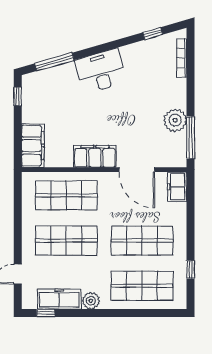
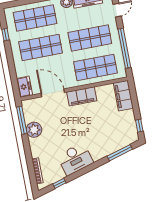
desk: (101, 71) -> (75, 159), moved
window: (18, 216) -> (124, 48), added

